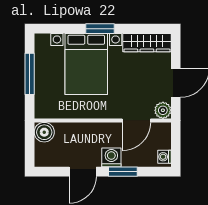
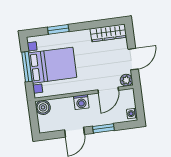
window: (100, 29) -> (58, 29), moved
bed with nightstands: (86, 64) -> (53, 65), moved, turned -90
washing machine: (111, 157) -> (81, 102), moved, turned 180

